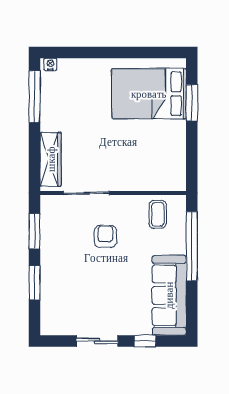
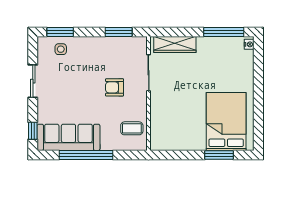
armchair: (105, 236) -> (114, 87), turned 180
window: (192, 246) -> (86, 155), moved
window: (34, 283) -> (60, 32), moved
side table: (57, 305) -> (61, 49), added
window: (145, 341) -> (33, 131), moved

